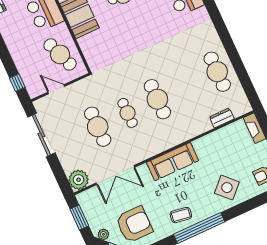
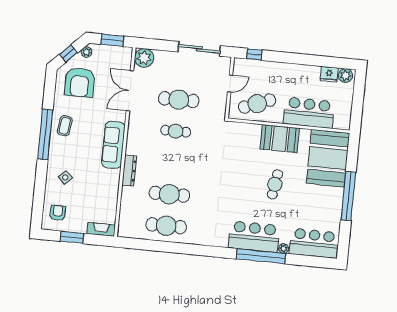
cafe table: (157, 99) -> (169, 194), moved
dresser: (222, 118) -> (129, 171), moved, width x1.44
side table: (227, 188) -> (65, 177), width x0.54, depth x0.54

